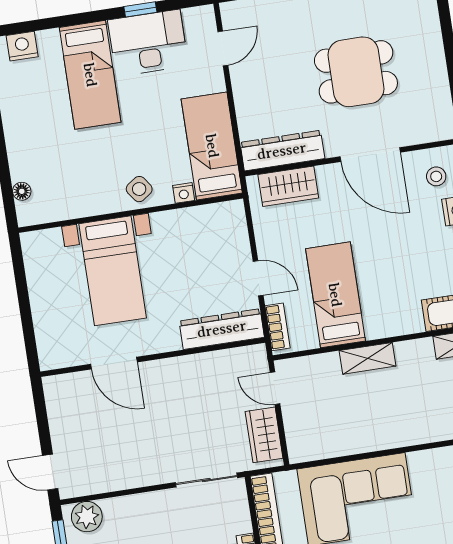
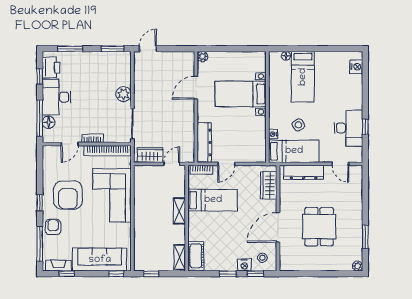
bed: (90, 75) -> (303, 77), moved, turned -90
dresser: (282, 151) -> (304, 172), moved, turned 90
side table: (139, 189) -> (298, 125), moved
plant: (49, 360) -> (202, 57), added
plant: (87, 517) -> (124, 94), moved

